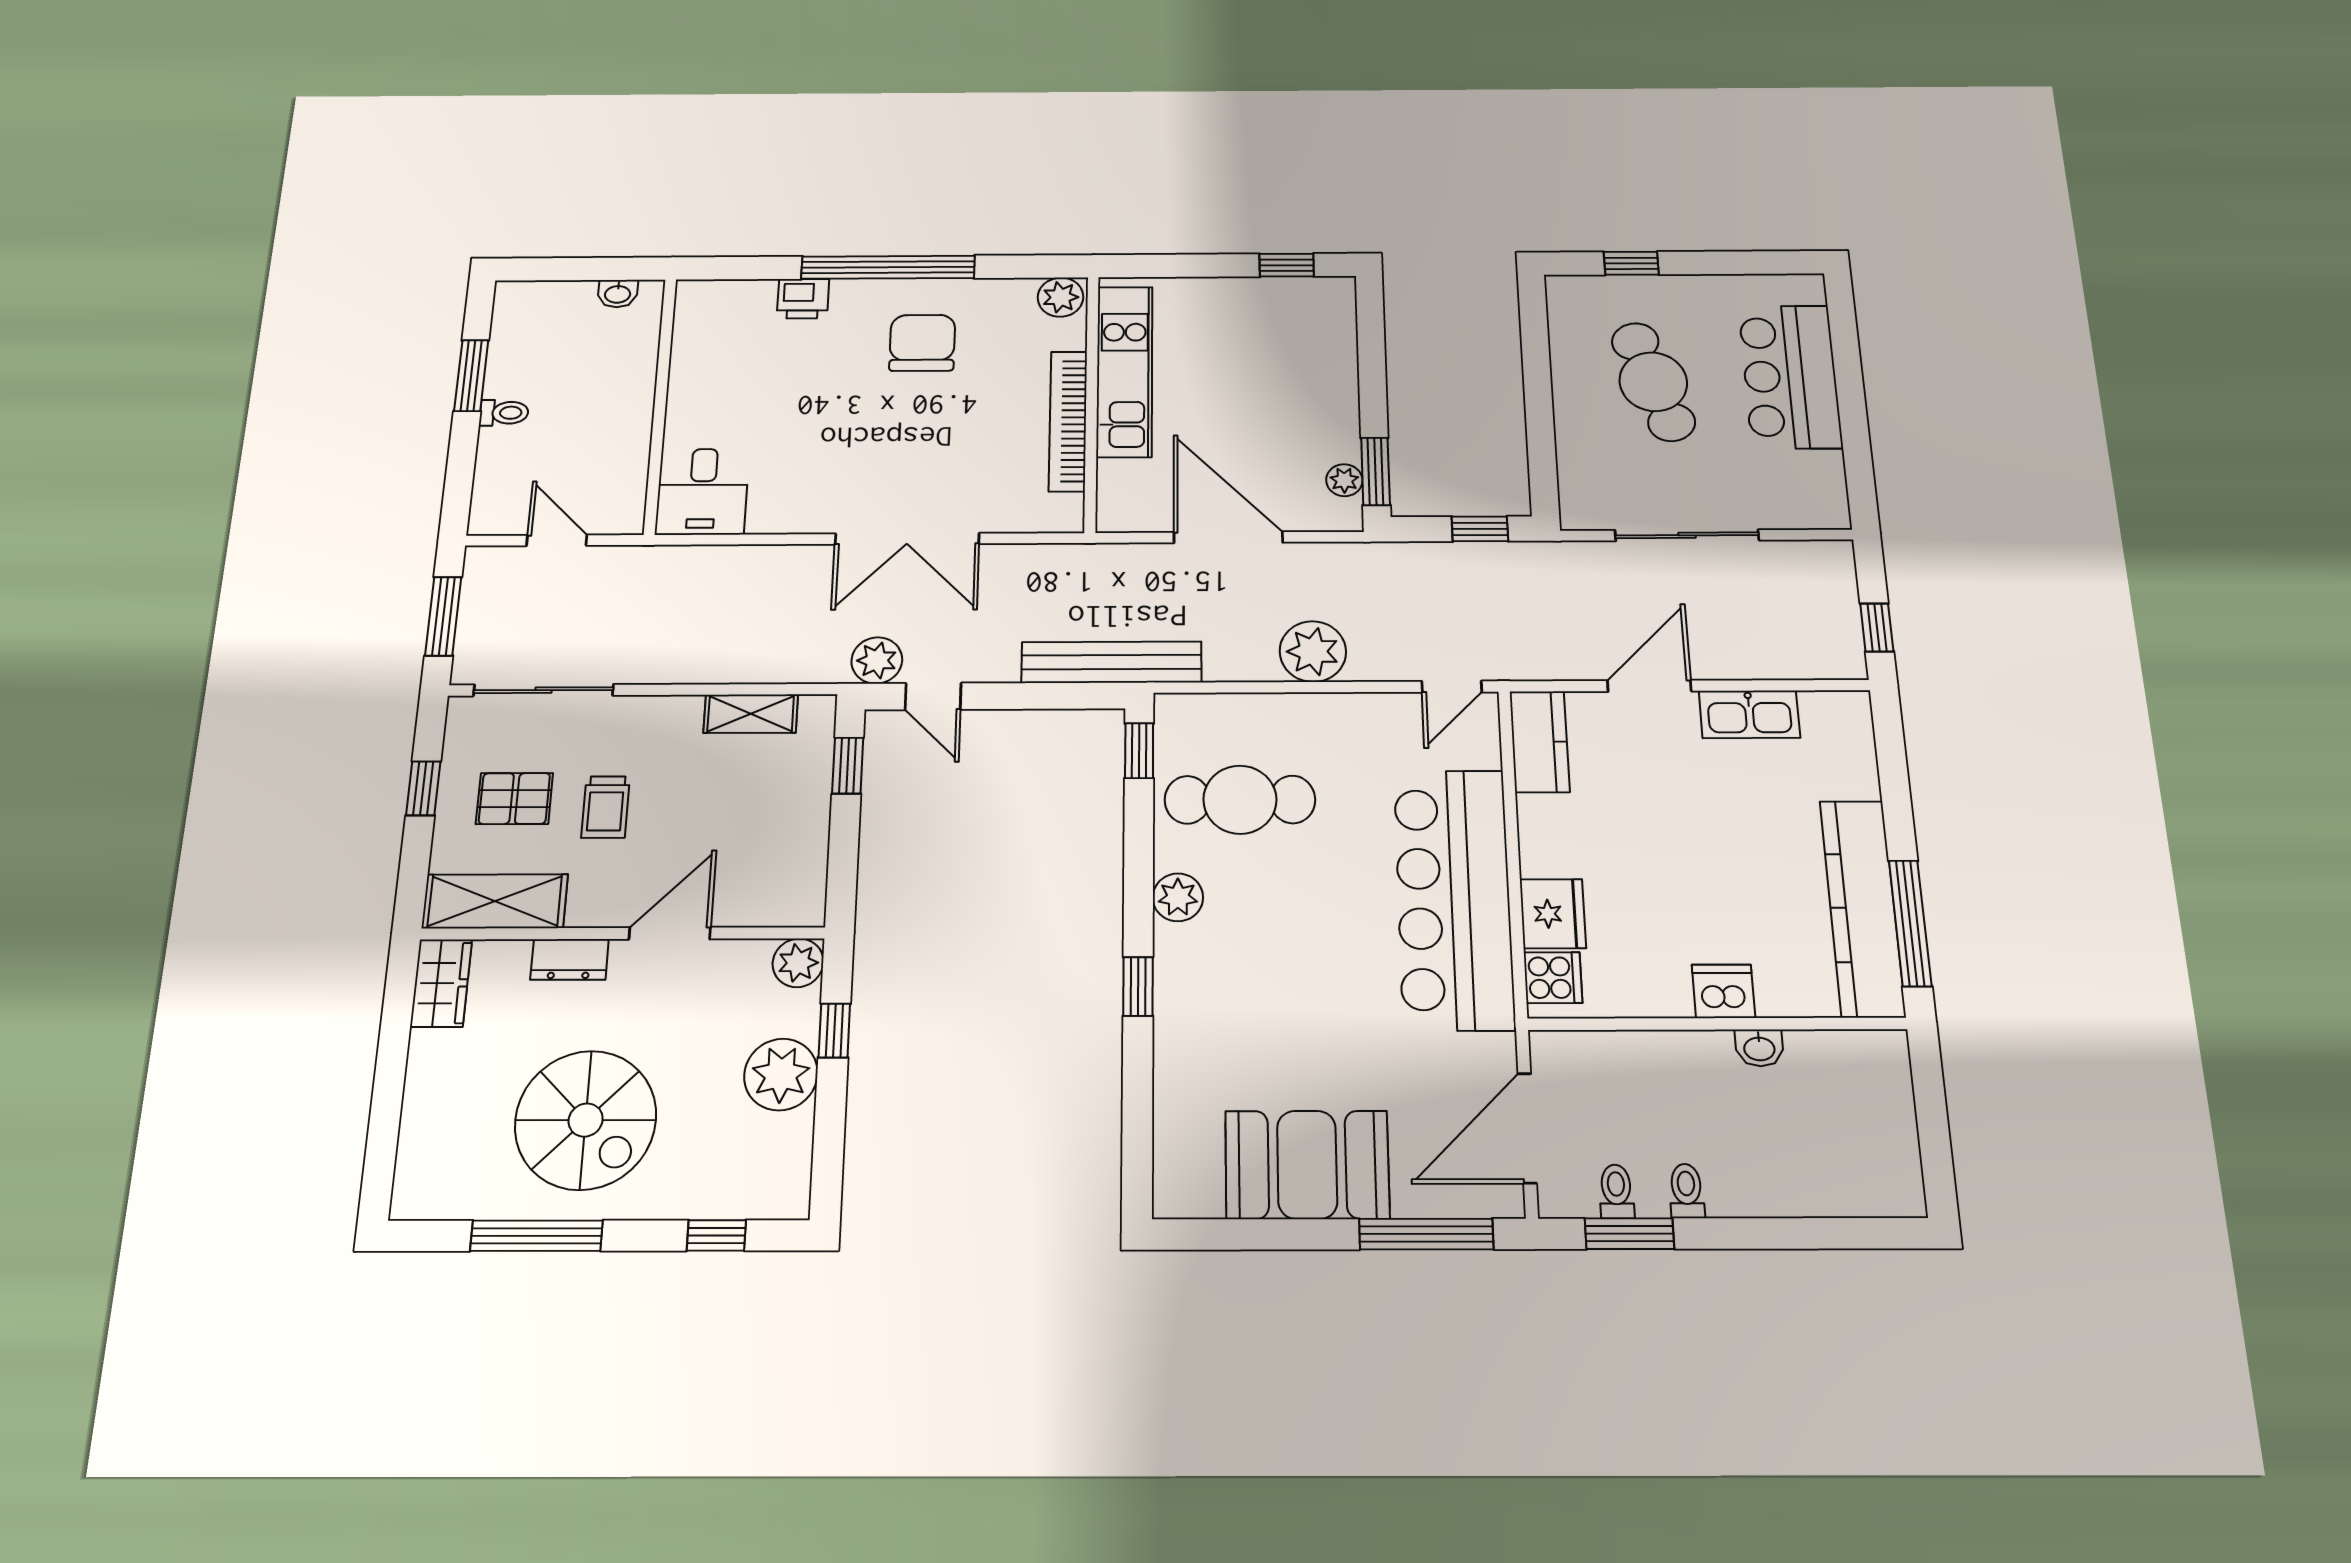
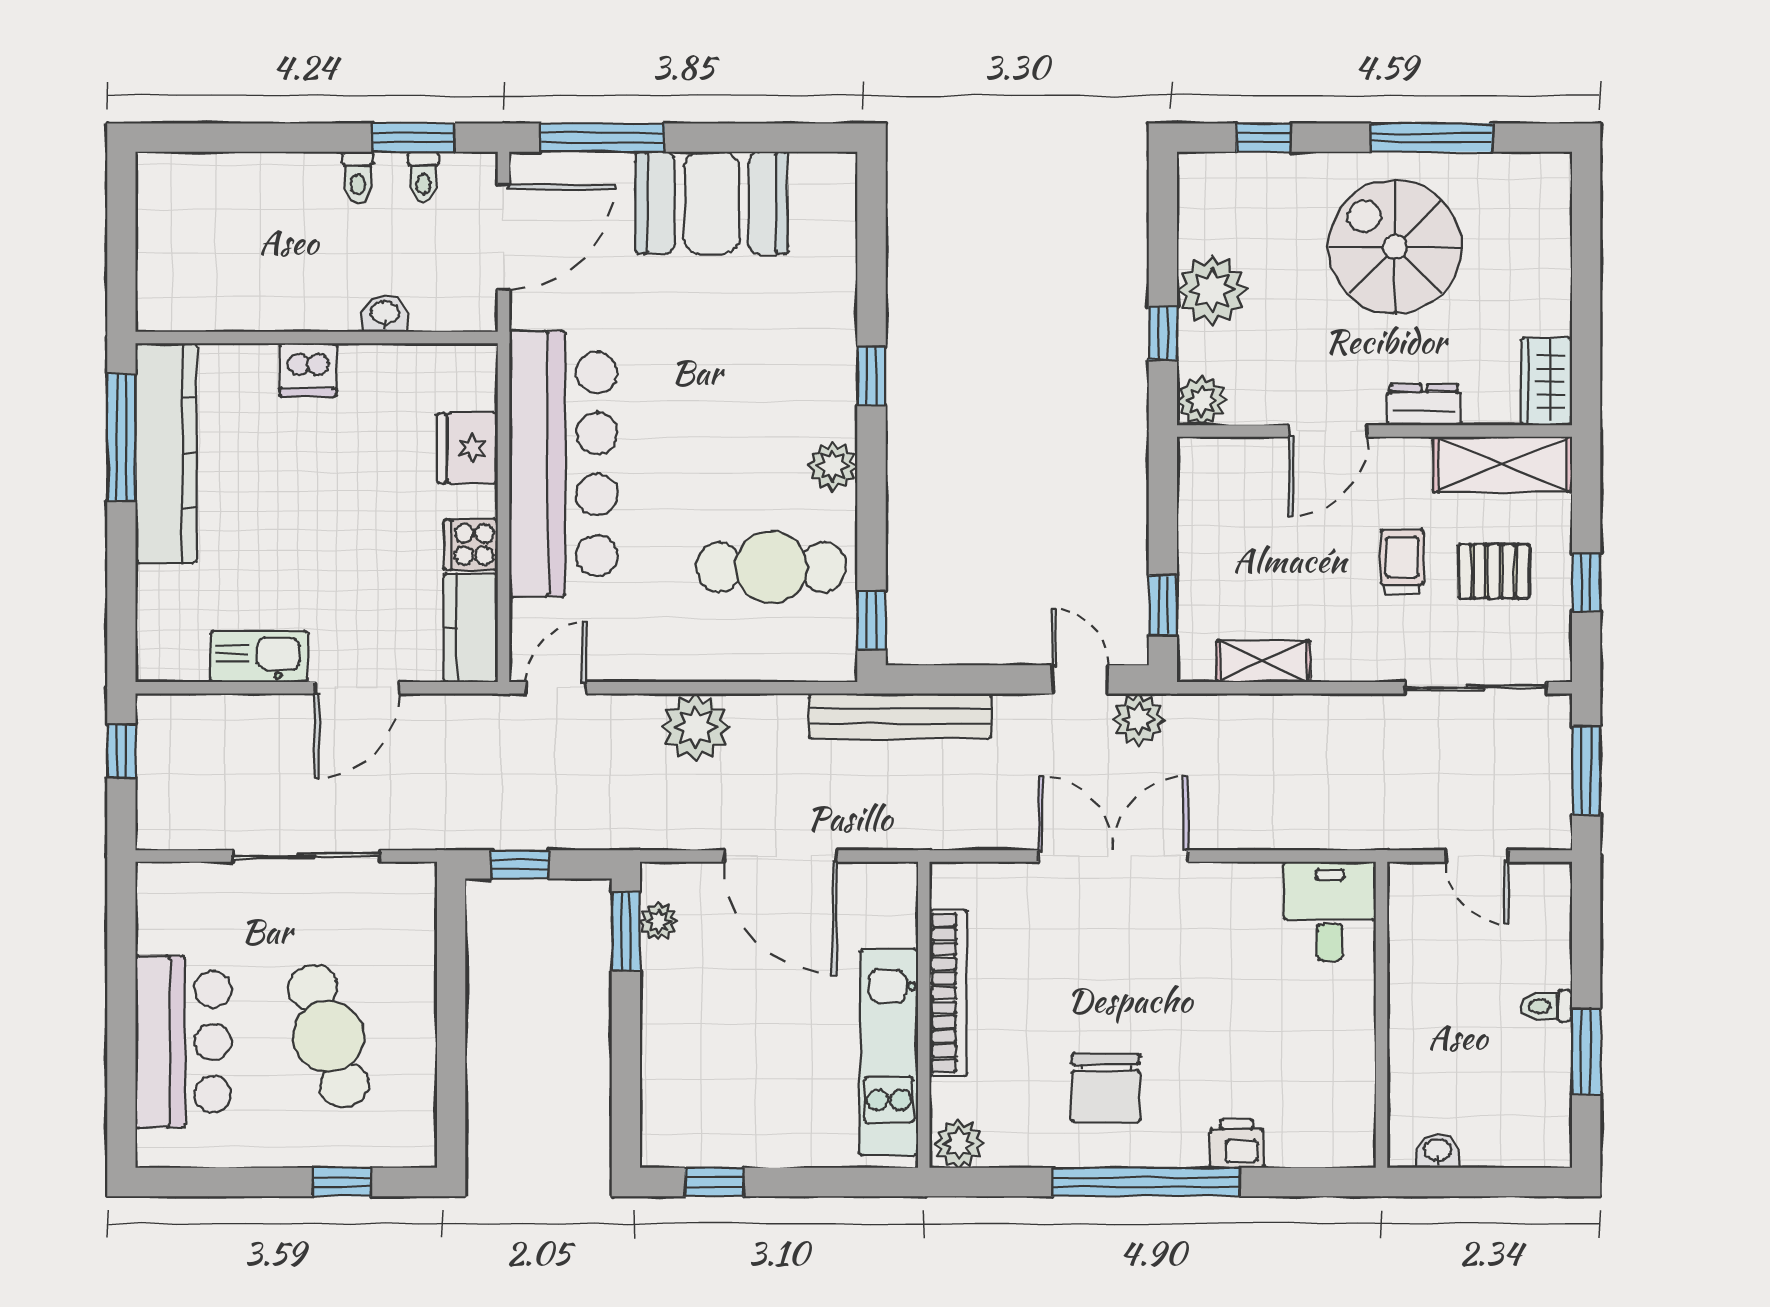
cooker: (1553, 978) -> (471, 545), moved
washbasin: (1759, 1048) -> (385, 314), moved

